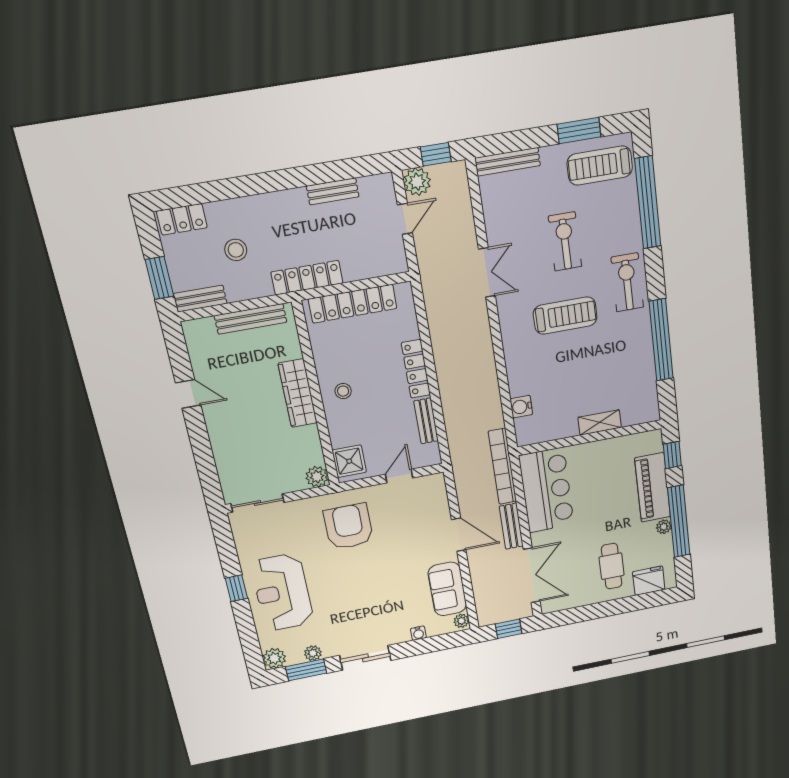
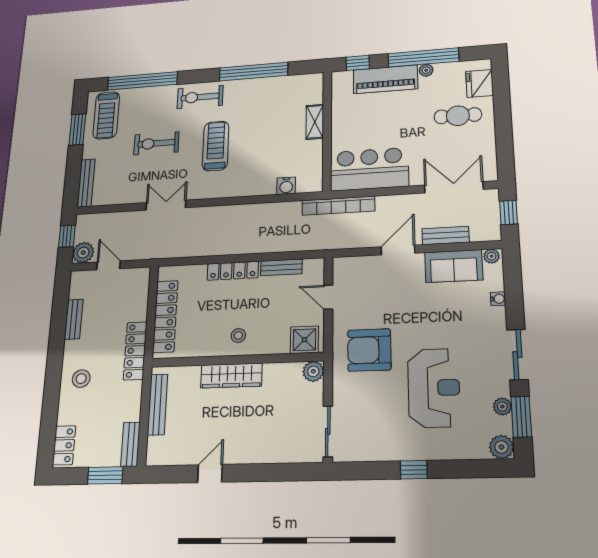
stool: (236, 250) -> (81, 379), moved
bench: (511, 526) -> (446, 235), moved
reception desk: (282, 592) -> (434, 388), moved, turned -90

